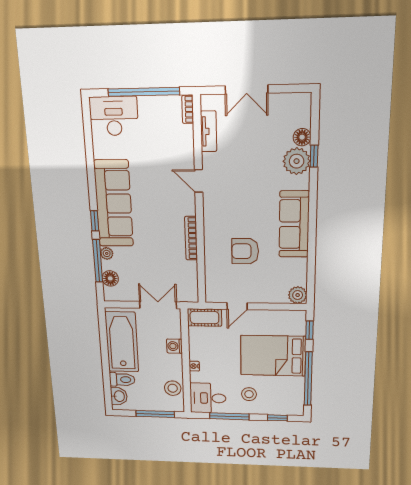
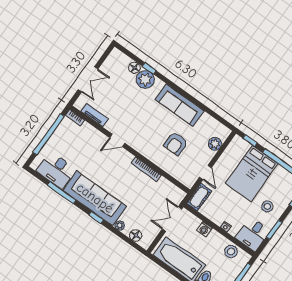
desk: (114, 116) -> (56, 170), moved, turned -90
window: (98, 261) -> (62, 193), moved
plant: (298, 295) -> (215, 144), moved
window: (229, 416) -> (274, 230), width x0.69

